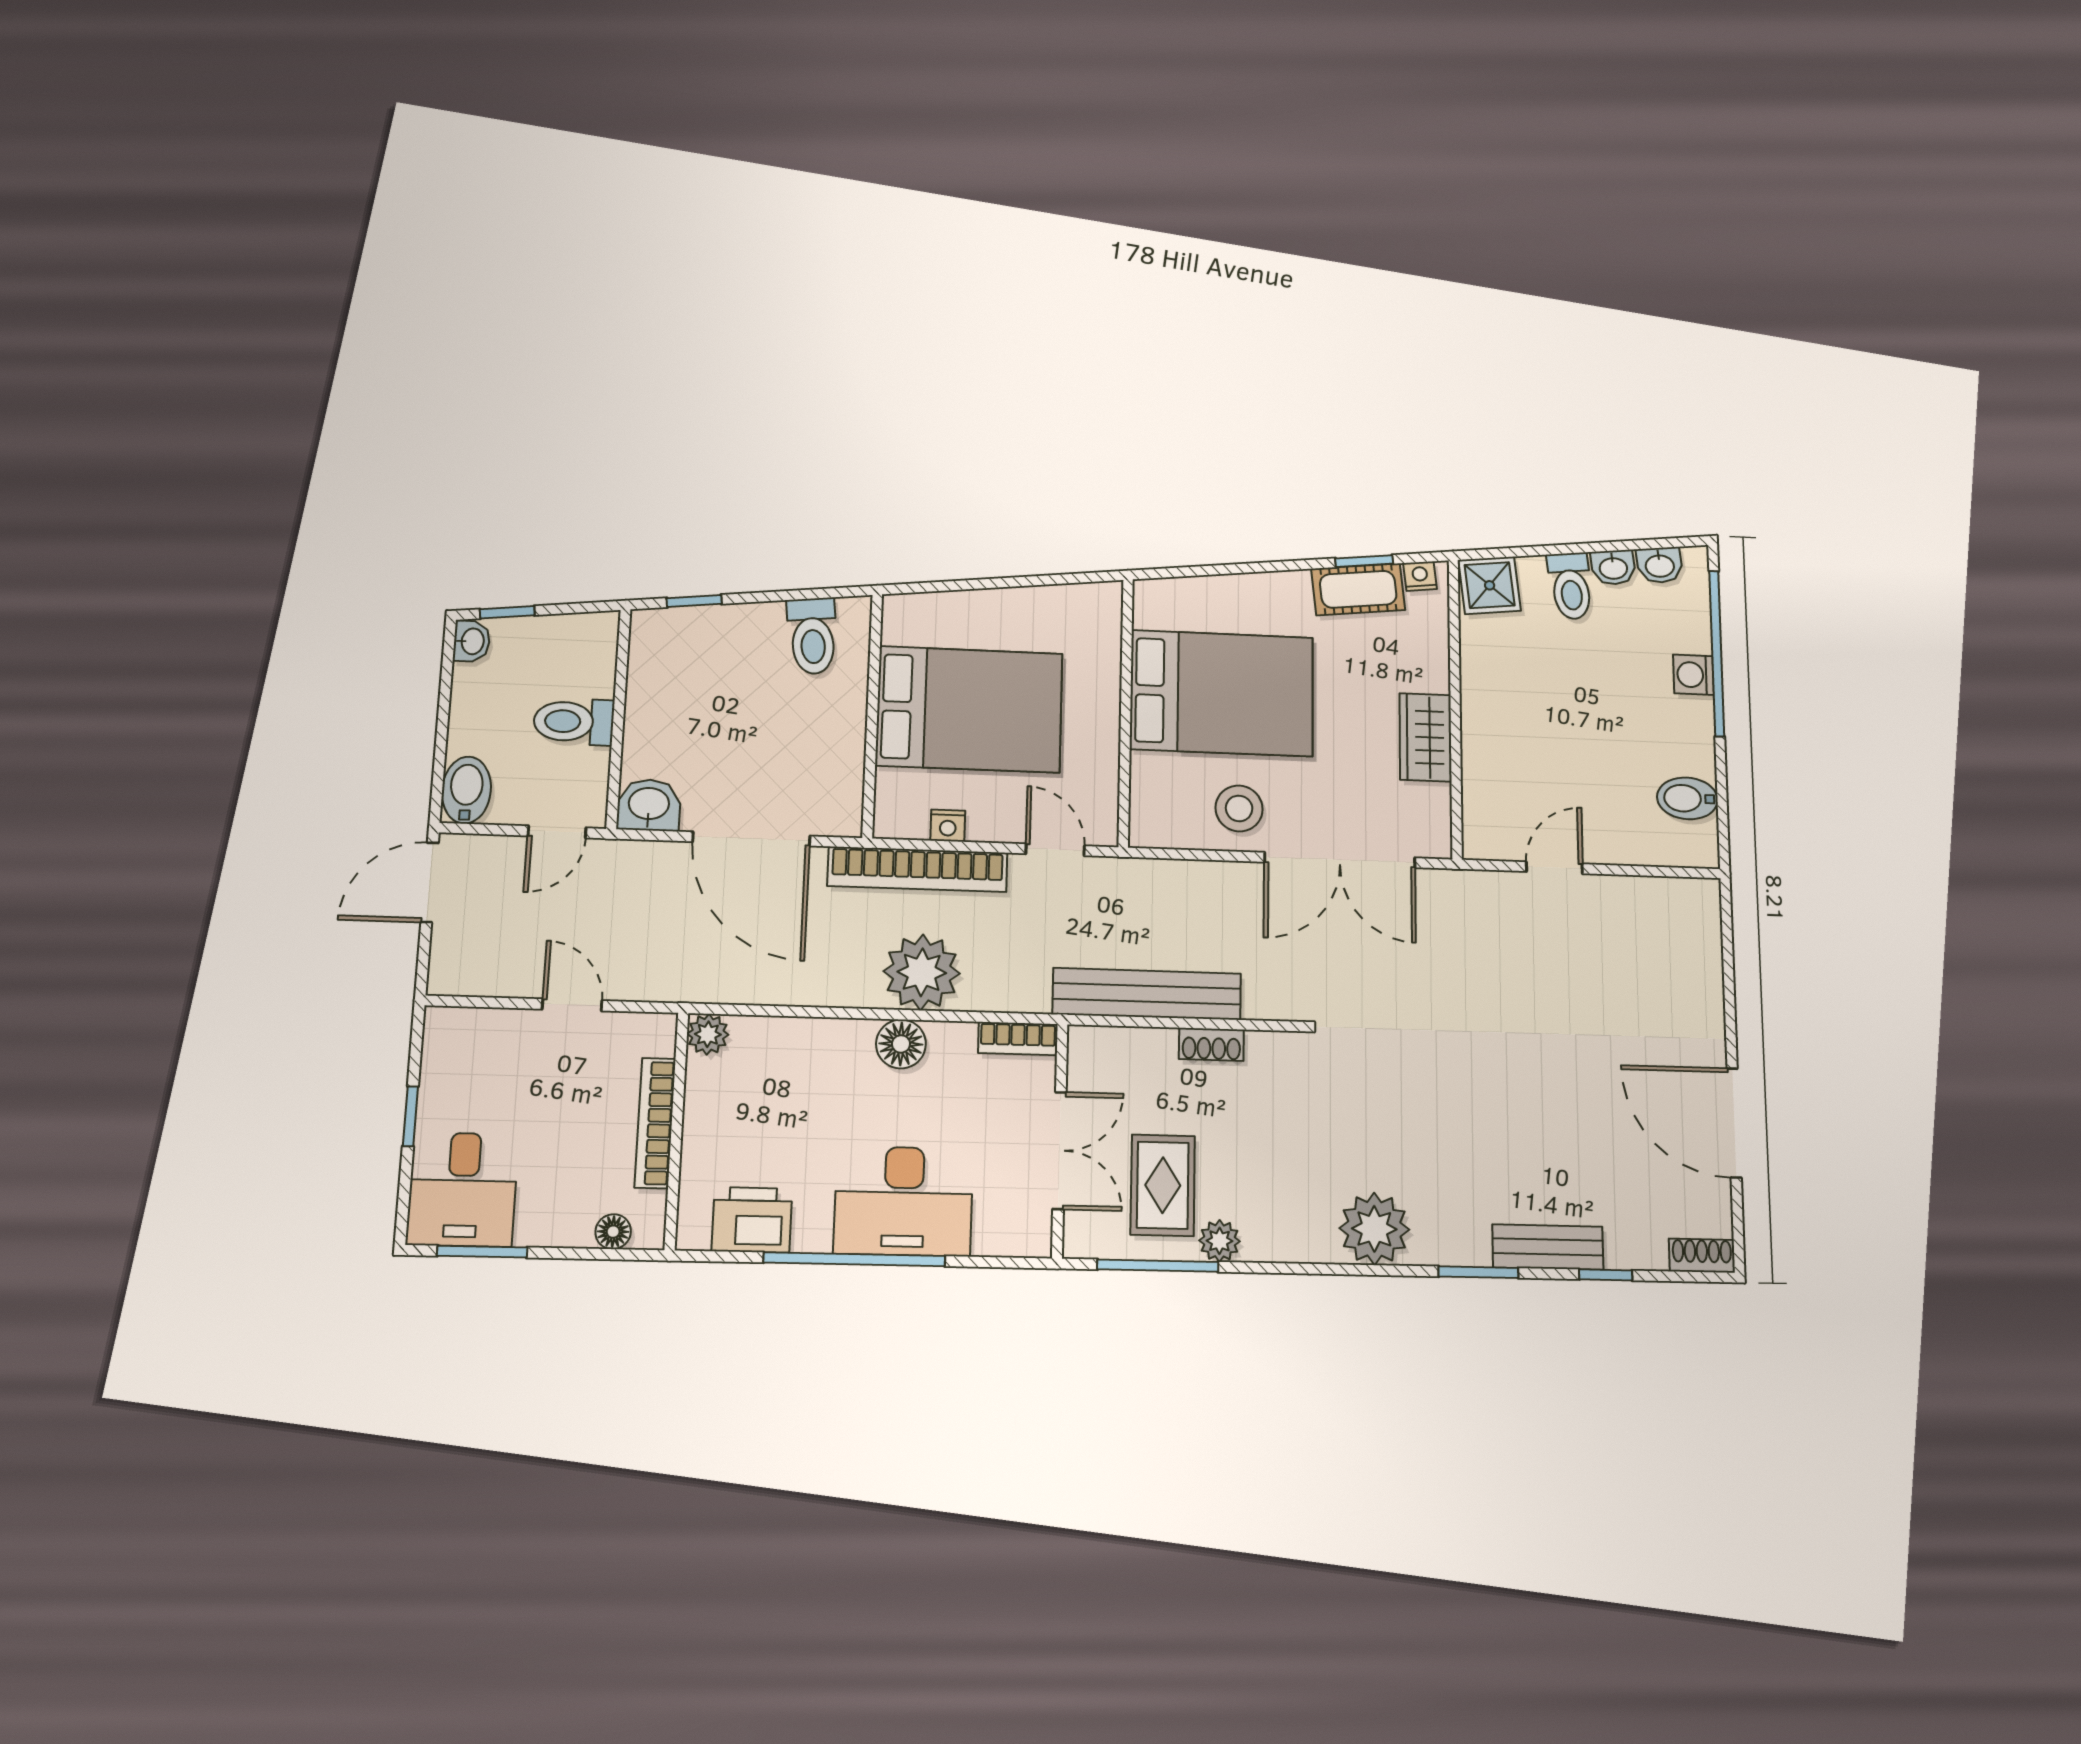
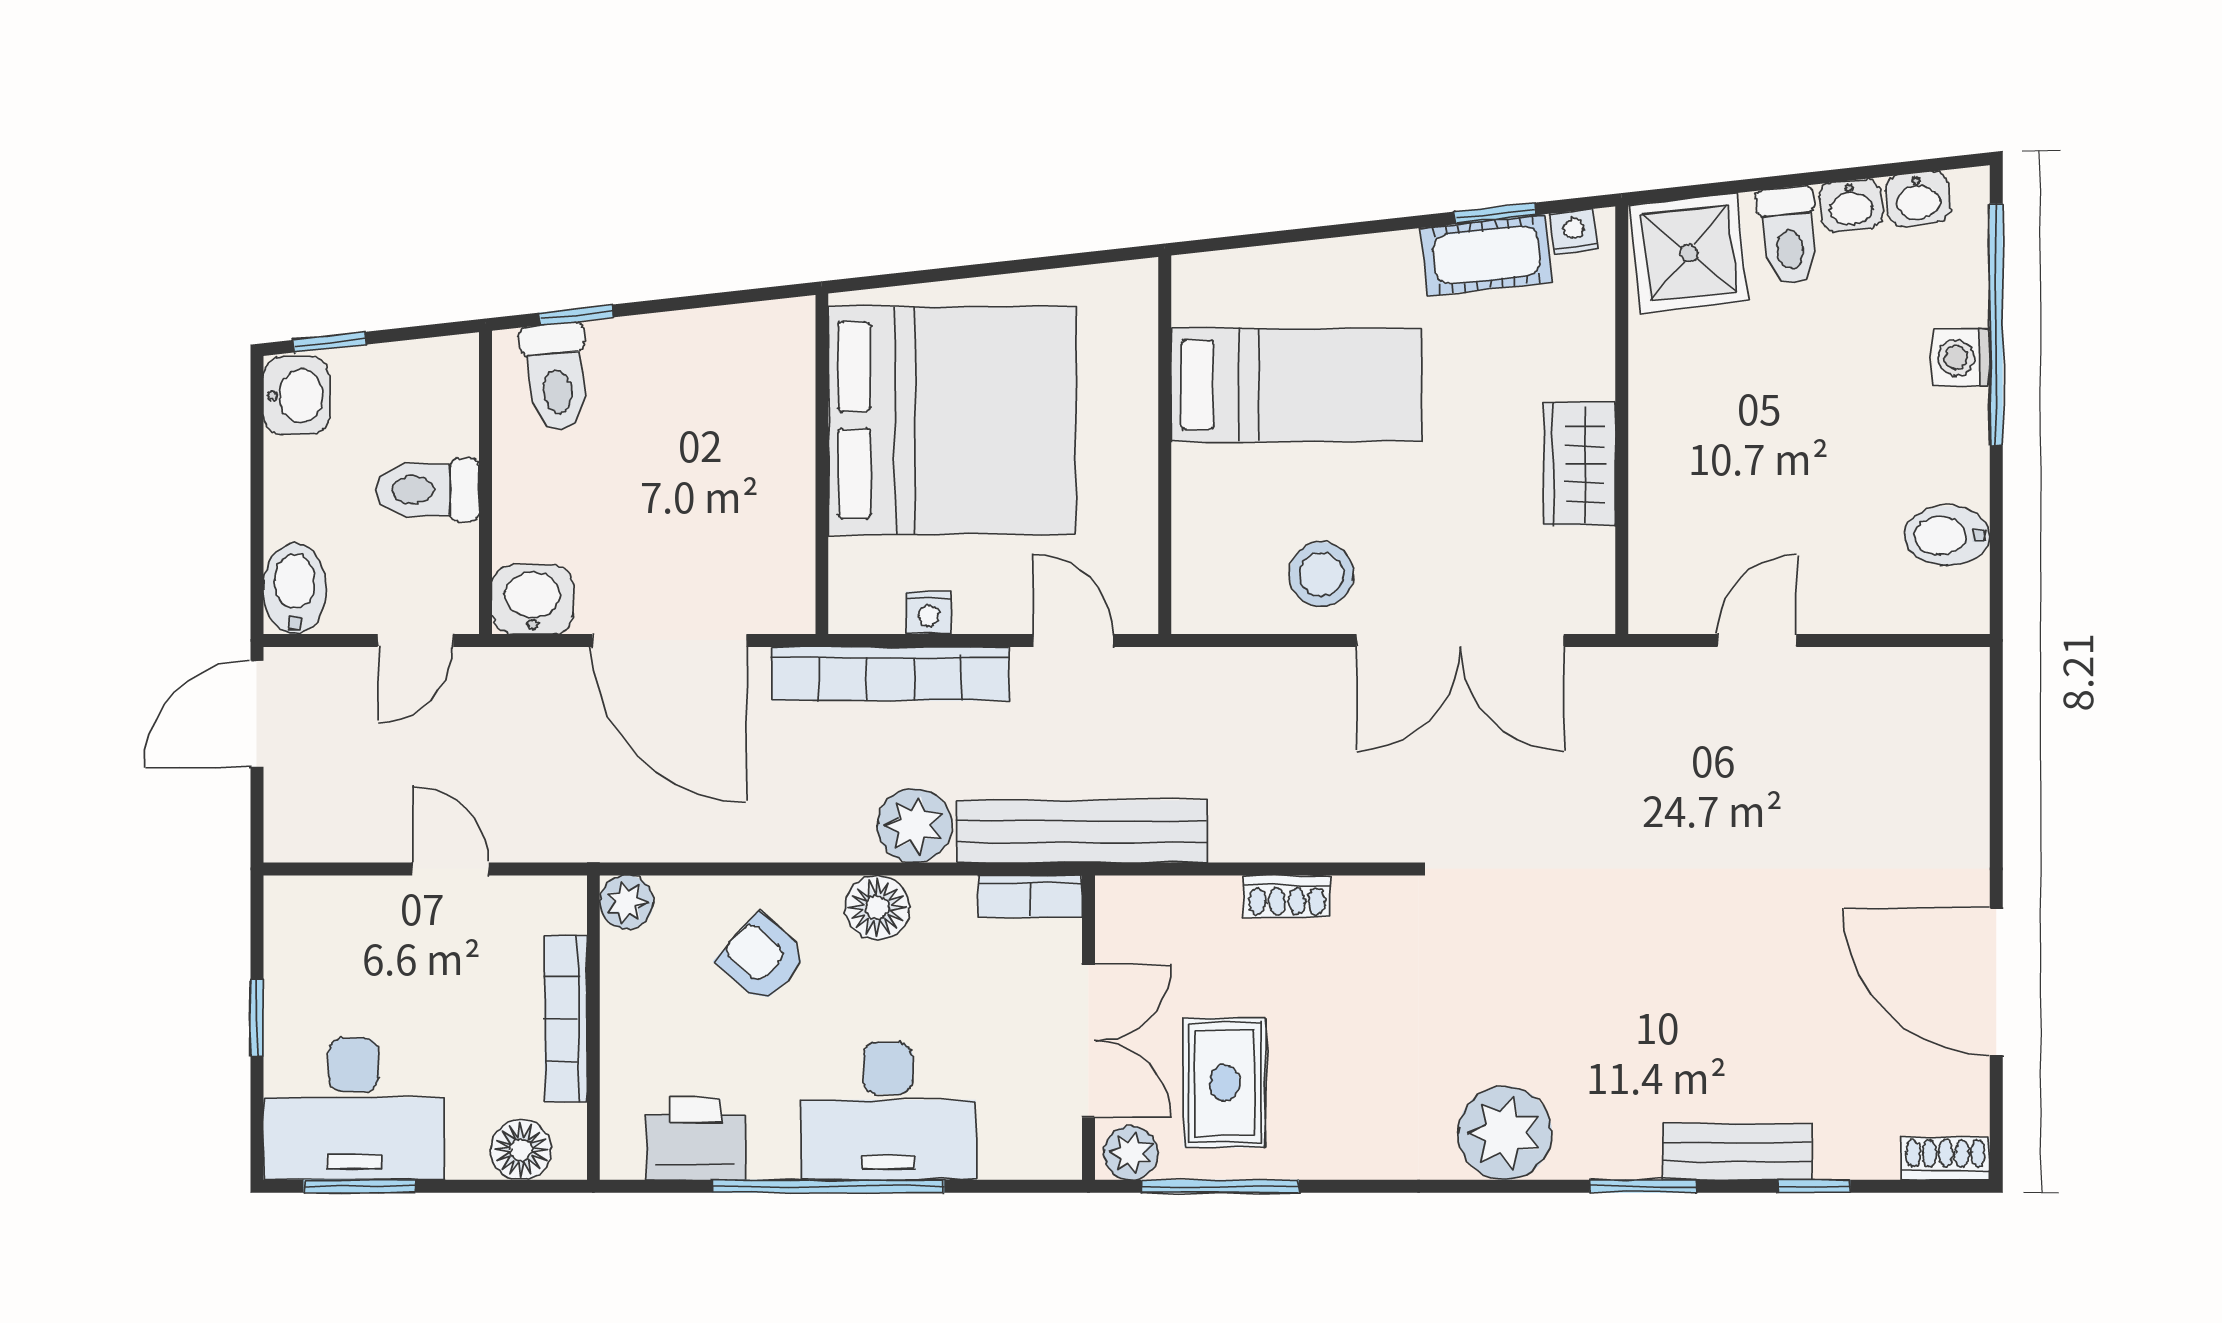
shower: (1490, 585) -> (1689, 253), width x1.36, depth x1.36
toilet: (813, 636) -> (556, 377), moved
washbasin: (472, 641) -> (296, 396), width x1.38, depth x1.45
bed: (1222, 693) -> (1297, 385), width x0.67
bed: (969, 709) -> (952, 420), width x1.36
plant: (922, 972) -> (914, 825), width x0.73, depth x0.73
bench: (1147, 994) -> (1082, 831), moved
armchair: (811, 1081) -> (762, 959), added
desk: (463, 1189) -> (354, 1109), width x1.37
floor lamp: (613, 1232) -> (521, 1150), width x1.37, depth x1.37
plant: (1219, 1241) -> (1131, 1153), moved

